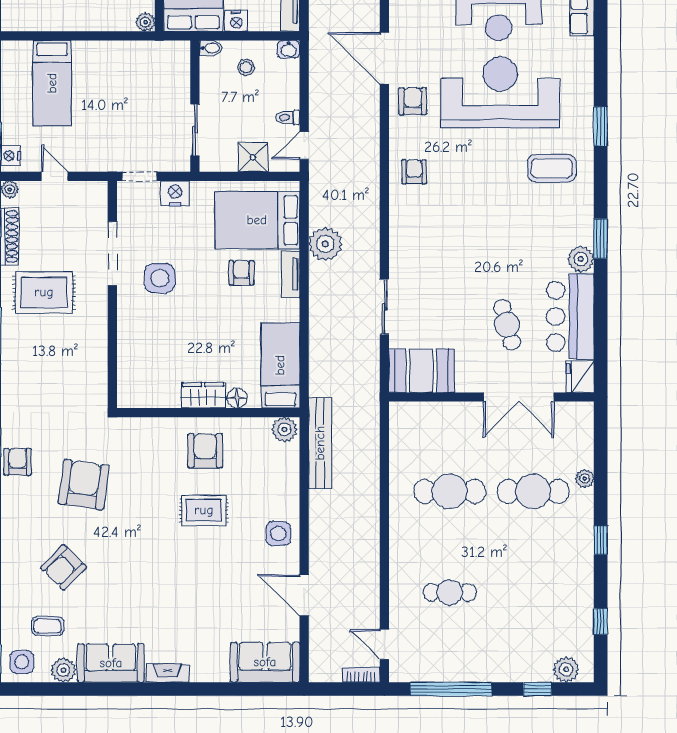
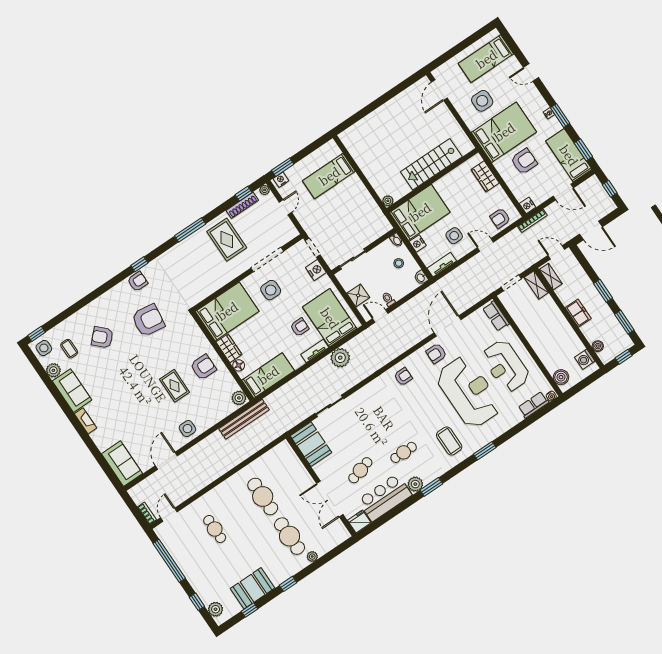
armchair: (413, 101) -> (436, 353), turned 180
cafe table: (524, 245) -> (404, 452), added
bed: (148, 362) -> (227, 311), added
booth: (572, 596) -> (253, 588), added

